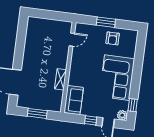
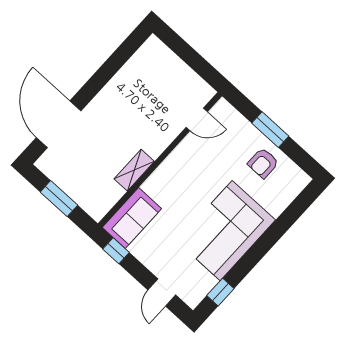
plant: (122, 115) -> (192, 296), removed
window: (91, 120) -> (116, 251), moved

